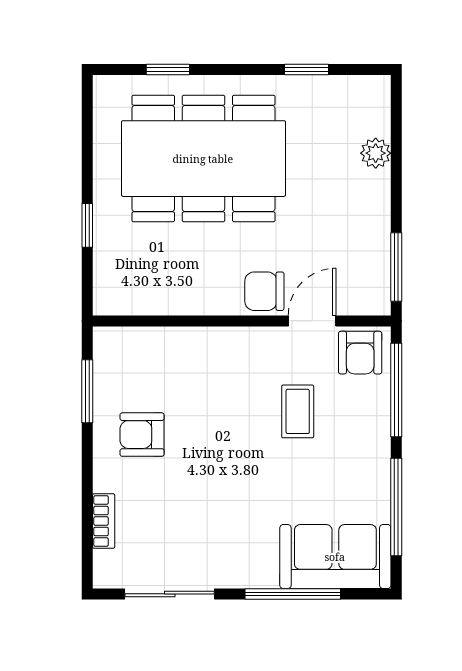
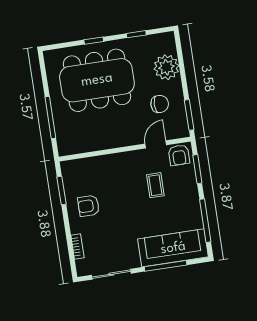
window: (168, 69) -> (94, 41), moved
plant: (376, 153) -> (166, 67), width x1.88, depth x1.88
window: (87, 225) -> (50, 117), width x2.17
chair: (264, 291) -> (160, 104), moved, turned 180
window: (396, 390) -> (197, 169), width x0.69
sofa: (335, 557) -> (173, 248), width x1.36

